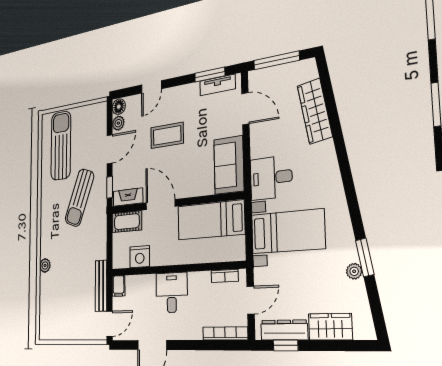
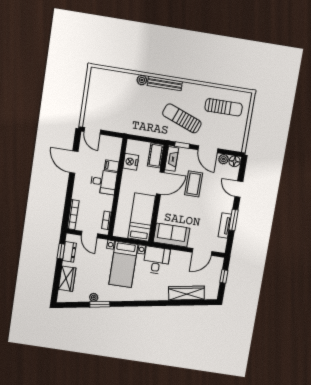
window: (276, 60) -> (224, 276), width x0.46
window: (210, 75) -> (234, 220), moved
tv unit: (217, 85) -> (225, 226), moved
coffee table: (167, 135) -> (194, 184), moved
sun lounger: (61, 146) -> (224, 107), width x0.73, depth x0.75
bench: (101, 286) -> (165, 83), moved
filing cabinet: (119, 286) -> (112, 166), moved
dresser: (284, 330) -> (69, 252), width x0.70

